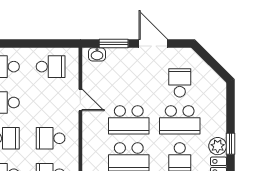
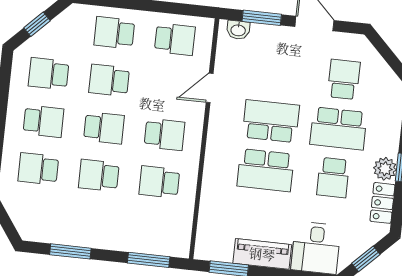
door: (80, 100) -> (210, 88), swing flipped
school desk: (129, 120) -> (271, 121), turned 180
school desk: (51, 138) -> (164, 134), turned 180

